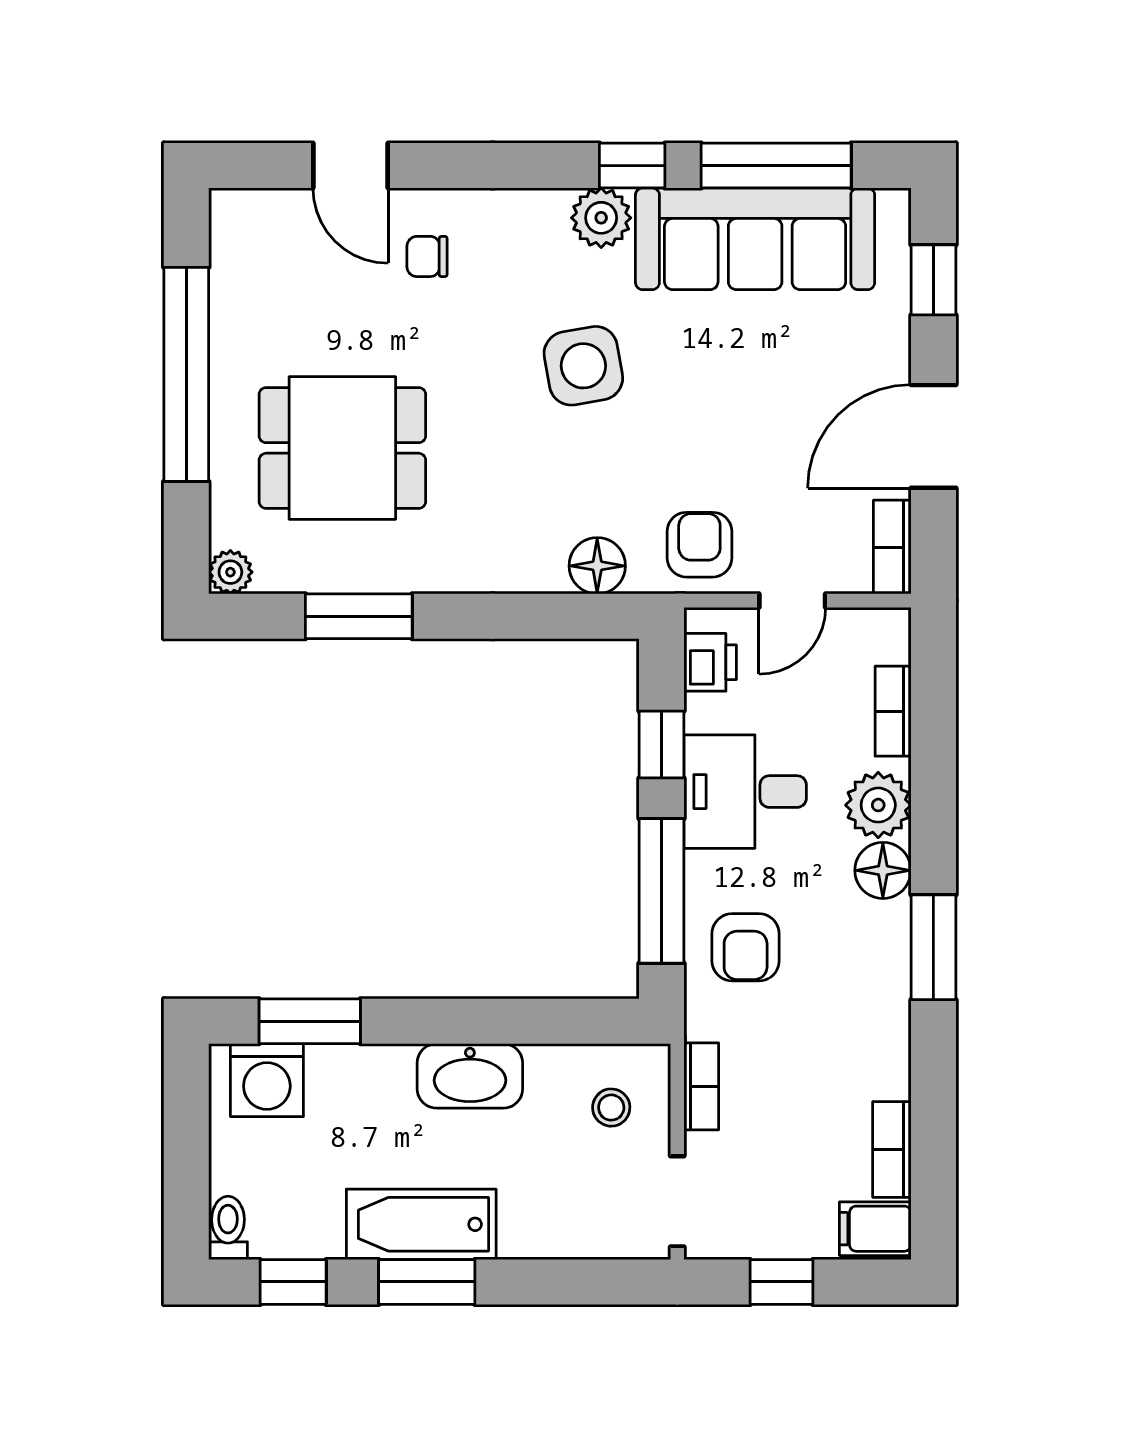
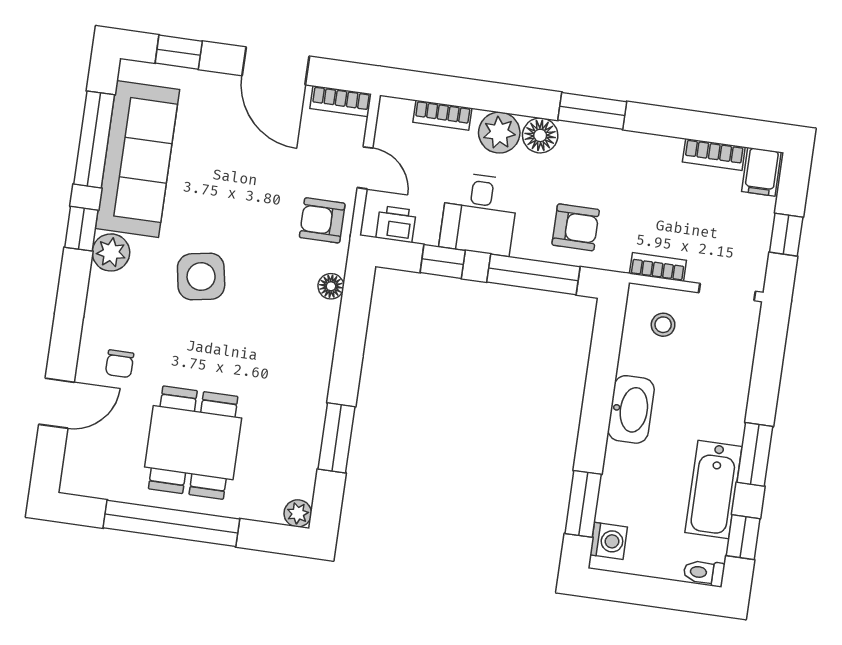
dining table: (342, 448) -> (193, 443), moved
floor lamp: (597, 566) -> (331, 286), width x0.73, depth x0.73
washing machine: (267, 1080) -> (609, 541), width x0.73, depth x0.73
bathtub: (421, 1224) -> (713, 490), moved

